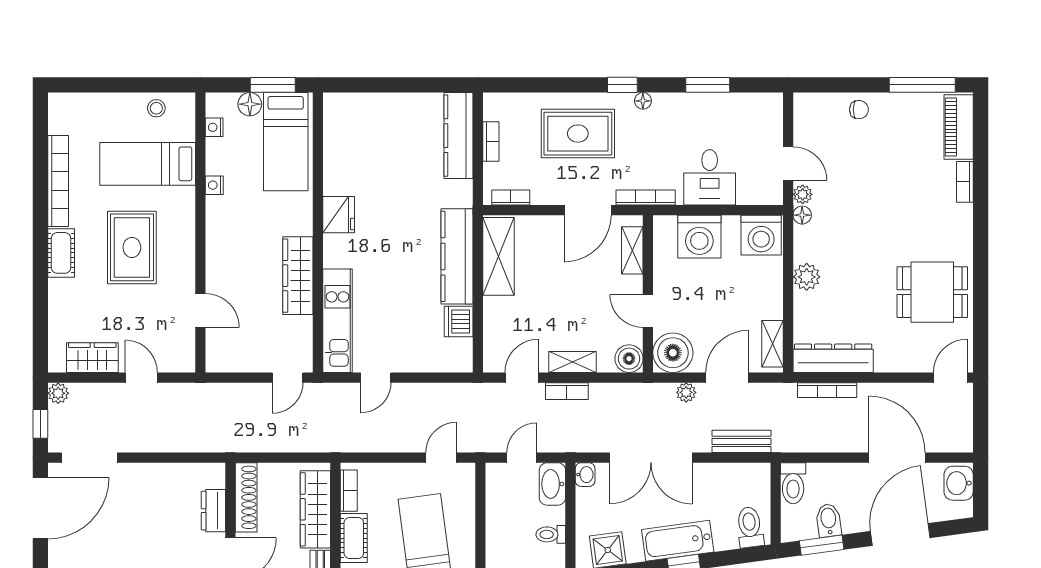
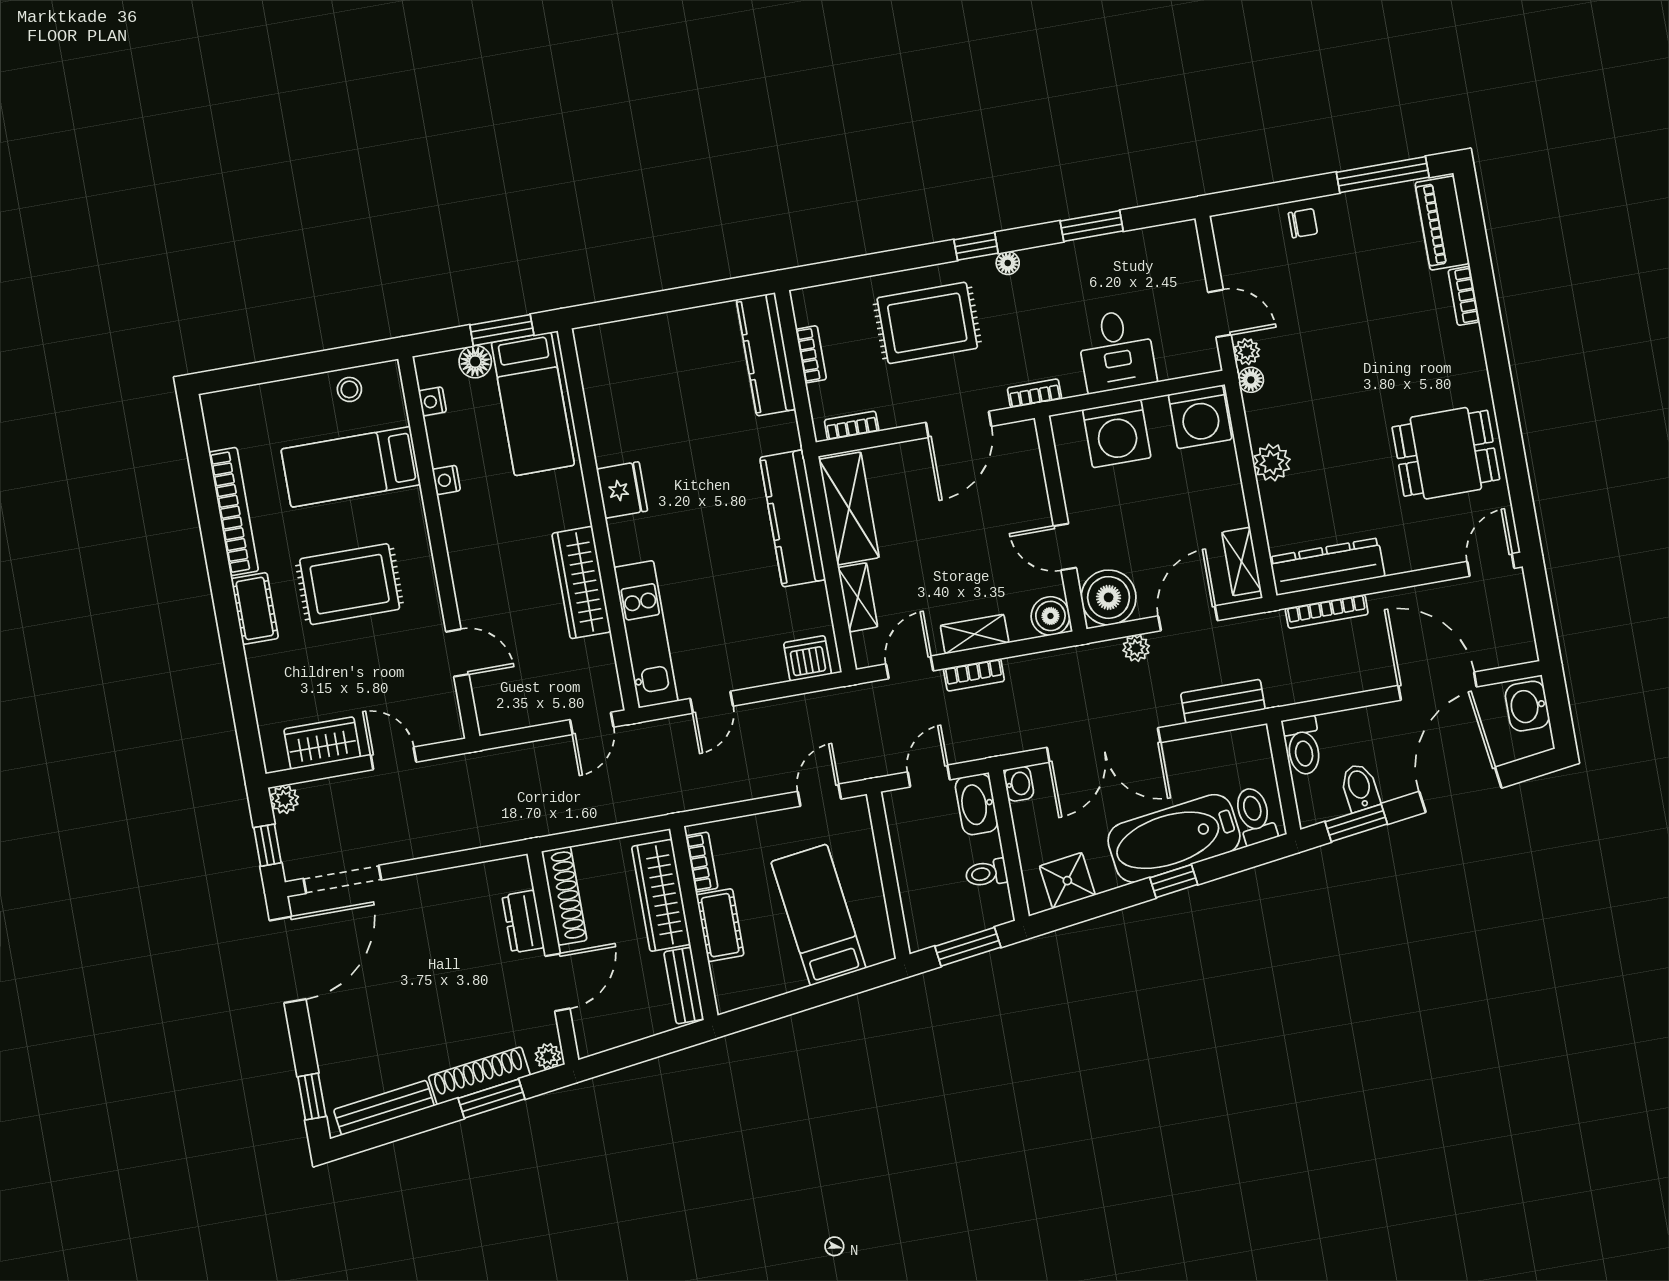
bookcase: (646, 198) -> (1034, 393), width x0.64
rug: (132, 247) -> (350, 584), turned 90
shelving: (632, 250) -> (858, 597), moved
dishwasher: (459, 322) -> (807, 658), moved, turned 90
bathtub: (678, 541) -> (1174, 838), width x1.36, depth x1.36

